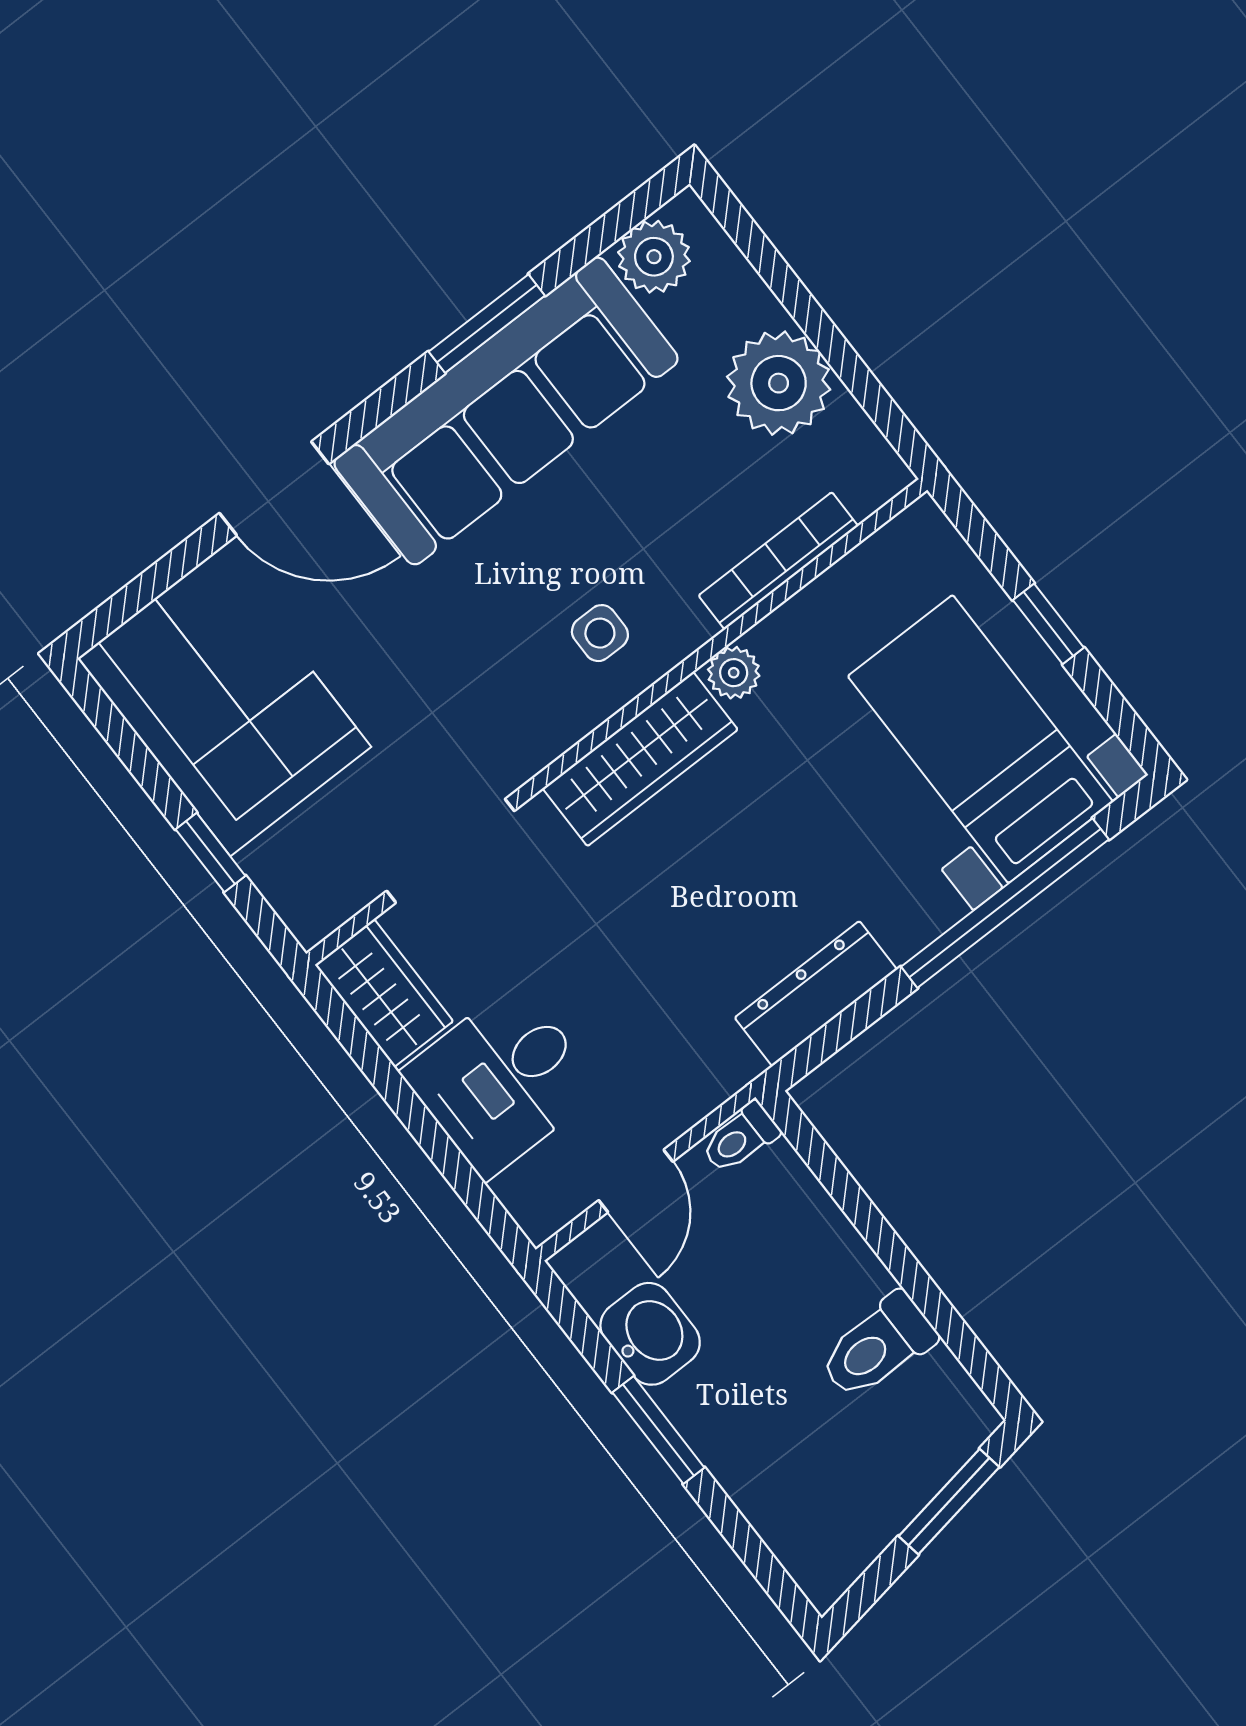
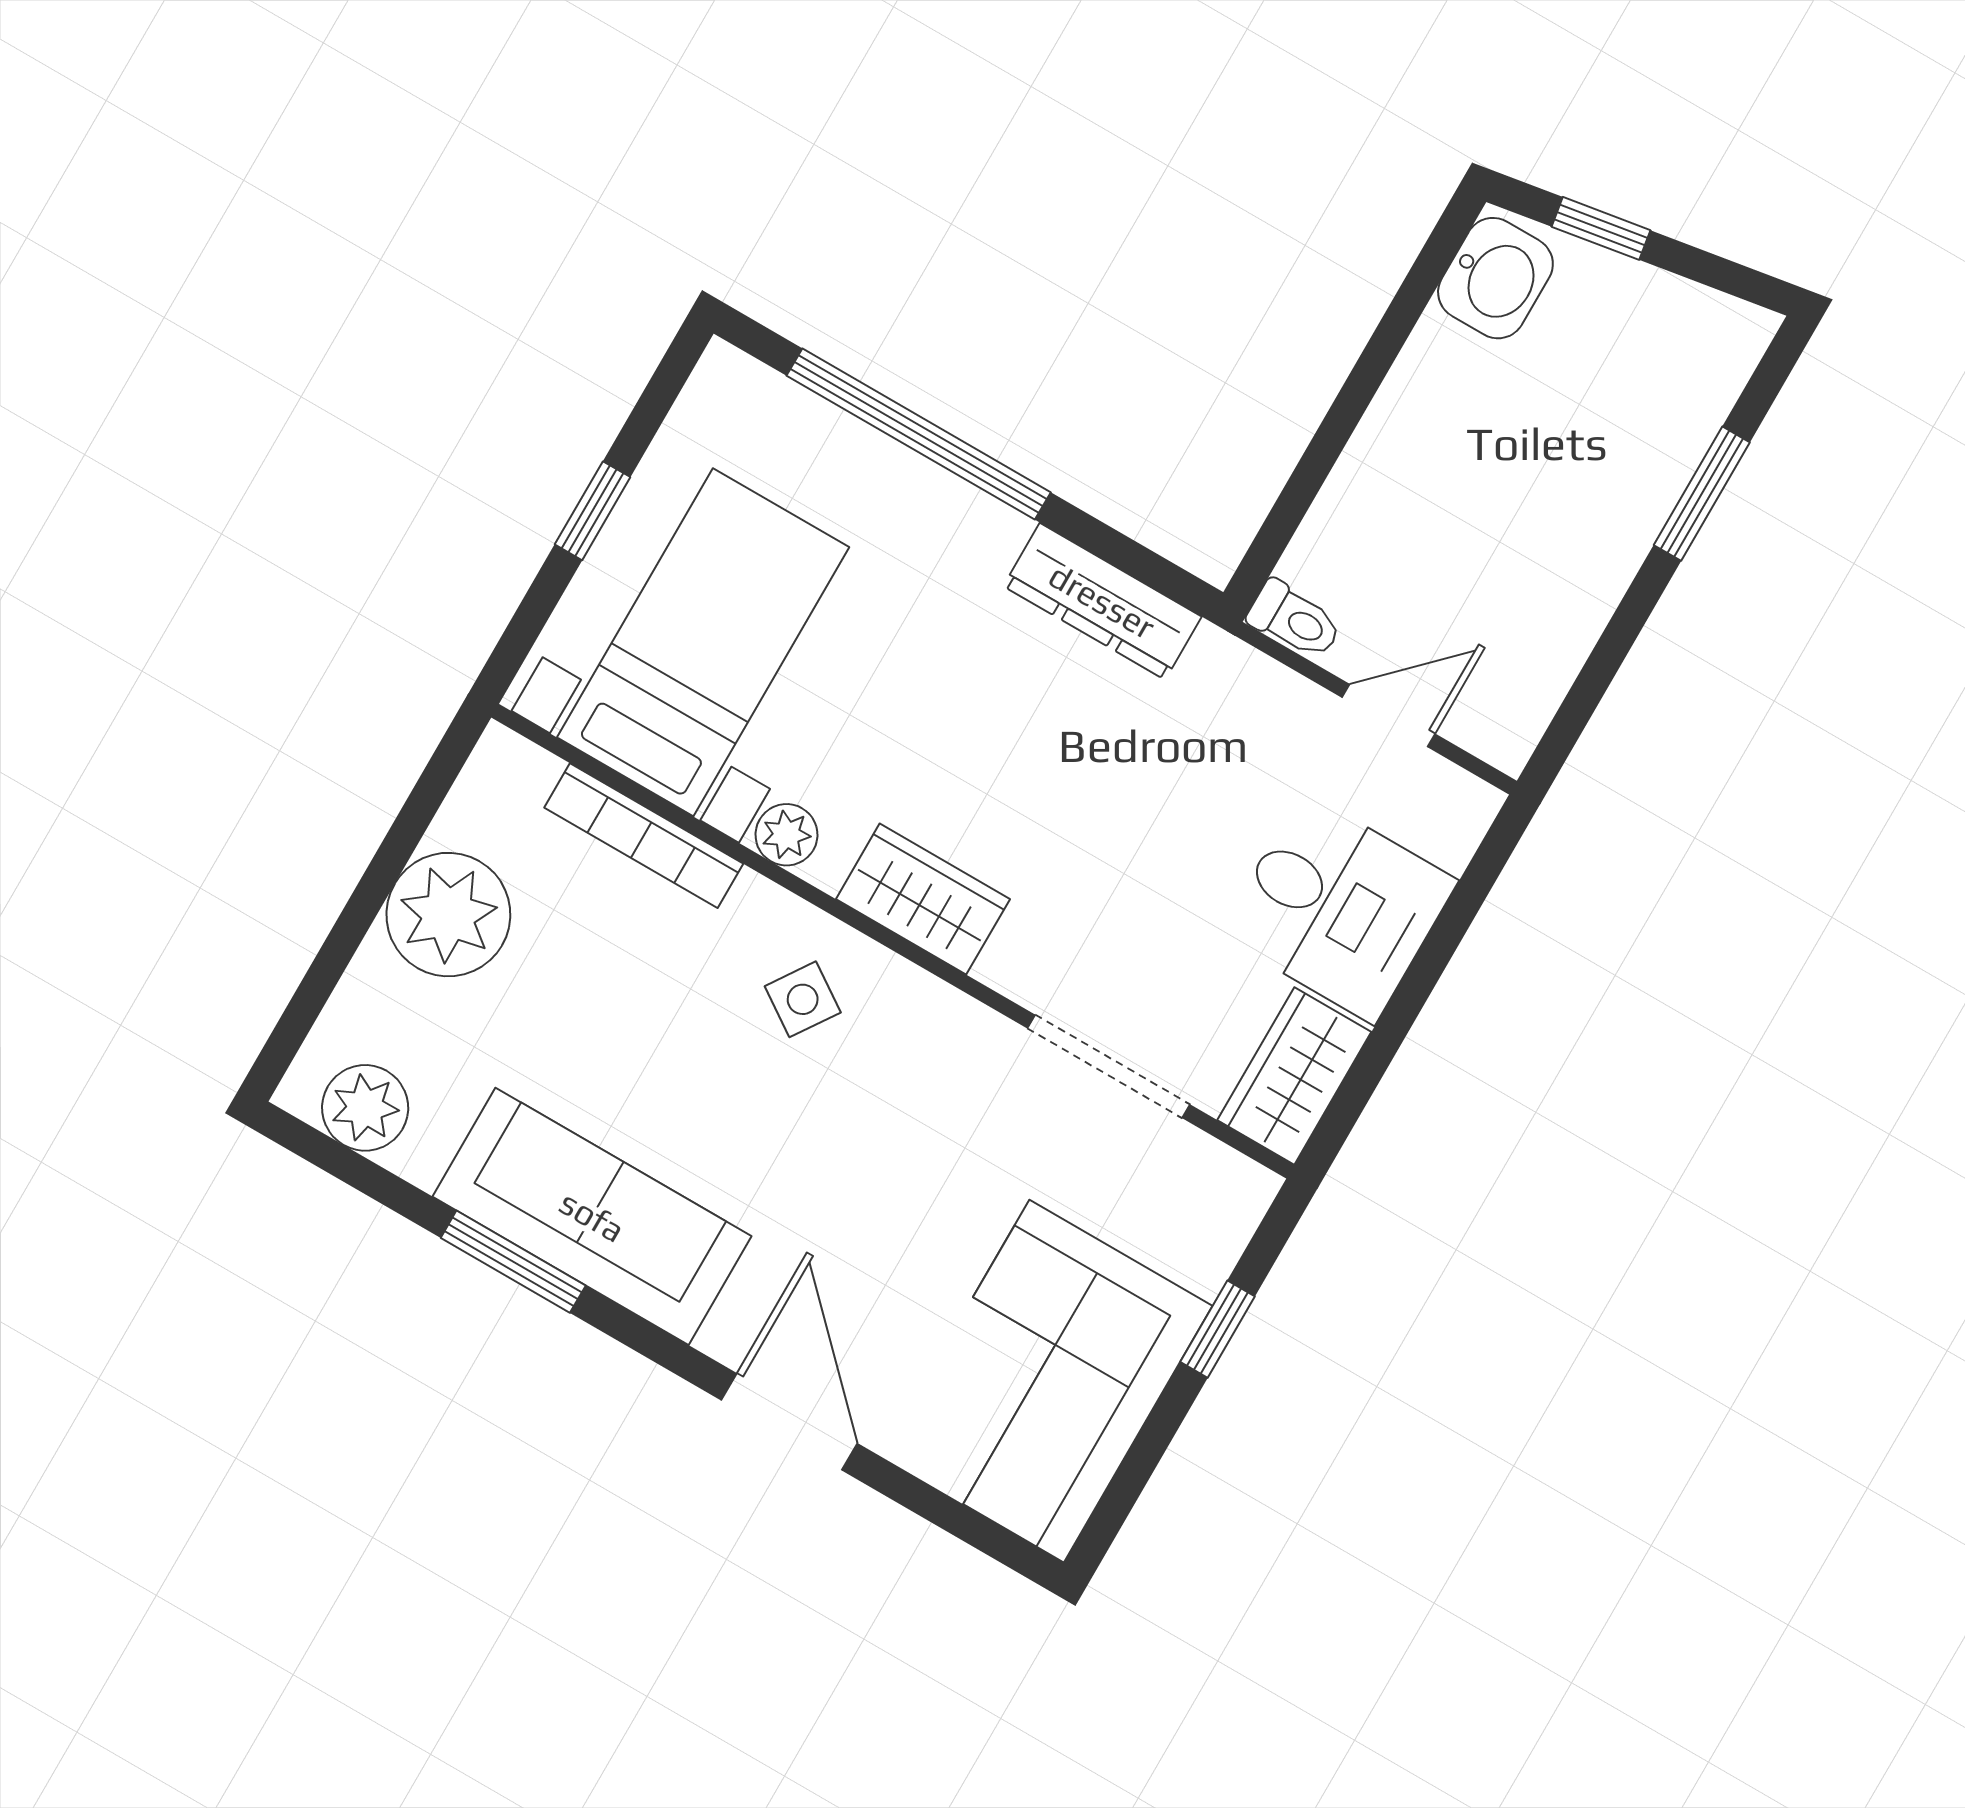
sofa: (506, 411) -> (592, 1216), width x0.74, depth x0.79
side table: (600, 633) -> (803, 999), turned 34
bed with nightstands: (980, 739) -> (703, 642), moved, turned 180
wardrobe: (640, 759) -> (923, 899), width x0.67
washbasin: (650, 1334) -> (1495, 278), moved, turned 180
toilet: (878, 1346) -> (1462, 376), removed
window: (658, 1430) -> (1702, 494), moved
window: (949, 1502) -> (1601, 228), width x0.67

